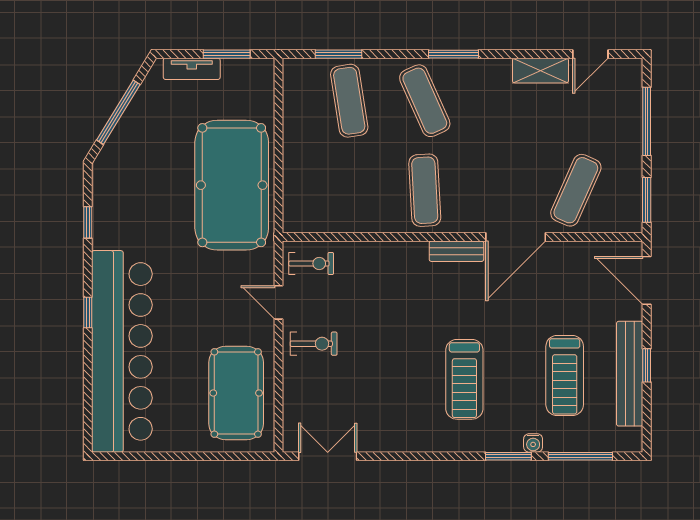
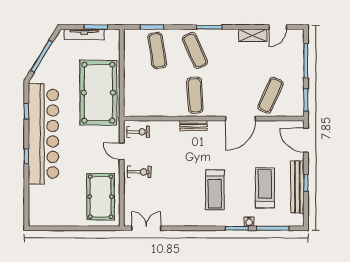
tv unit: (192, 69) -> (84, 34), width x1.41
bench: (456, 251) -> (194, 126), moved
bar counter: (122, 351) -> (43, 134), moved
treadmill: (565, 376) -> (265, 188), turned 180

